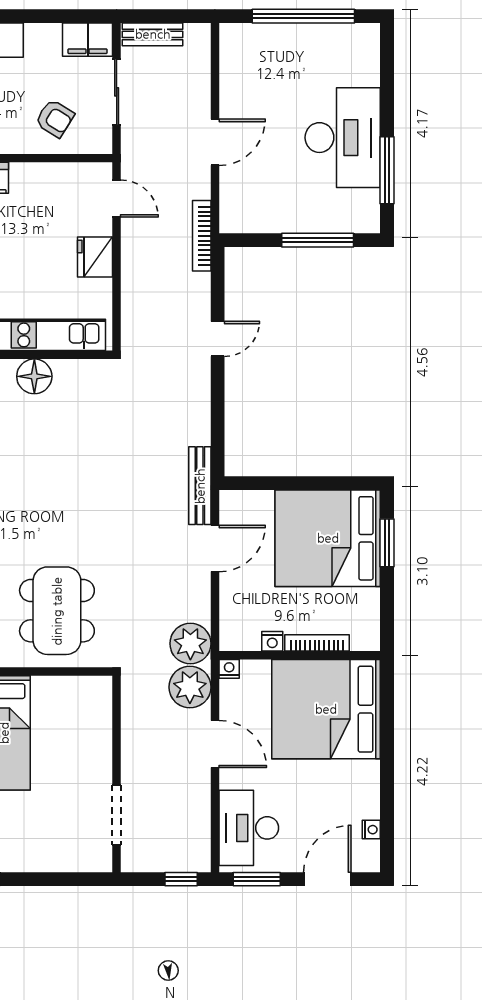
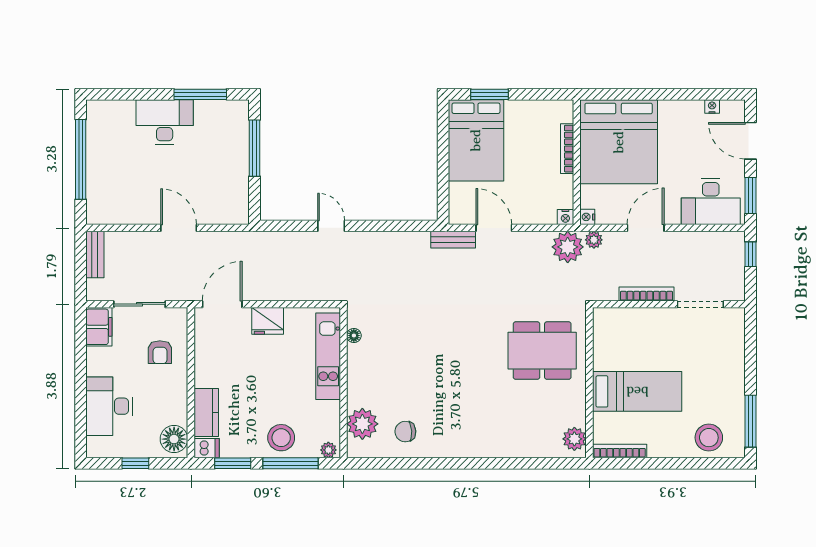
bench: (153, 34) -> (95, 255), moved
armchair: (55, 118) -> (160, 352), turned 148
desk: (343, 138) -> (165, 122), width x0.73, depth x0.77
door: (117, 199) -> (222, 304), width x1.38
bookcase: (202, 236) -> (647, 294), moved, turned 180
floor lamp: (34, 376) -> (354, 336), moved, width x0.53, depth x0.53
bench: (200, 486) -> (453, 240), width x0.73
bed: (328, 538) -> (476, 140), width x0.73
nightstand: (272, 641) -> (565, 217), moved, turned 90
plant: (190, 687) -> (594, 240), width x0.53, depth x0.53

